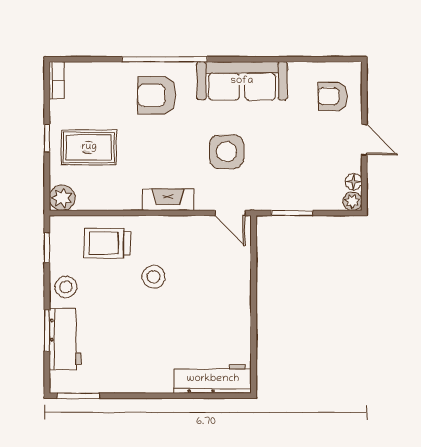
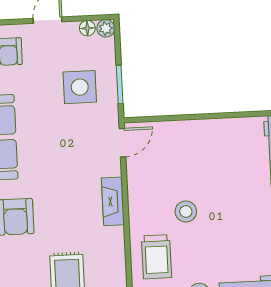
side table: (227, 152) -> (80, 87), moved

